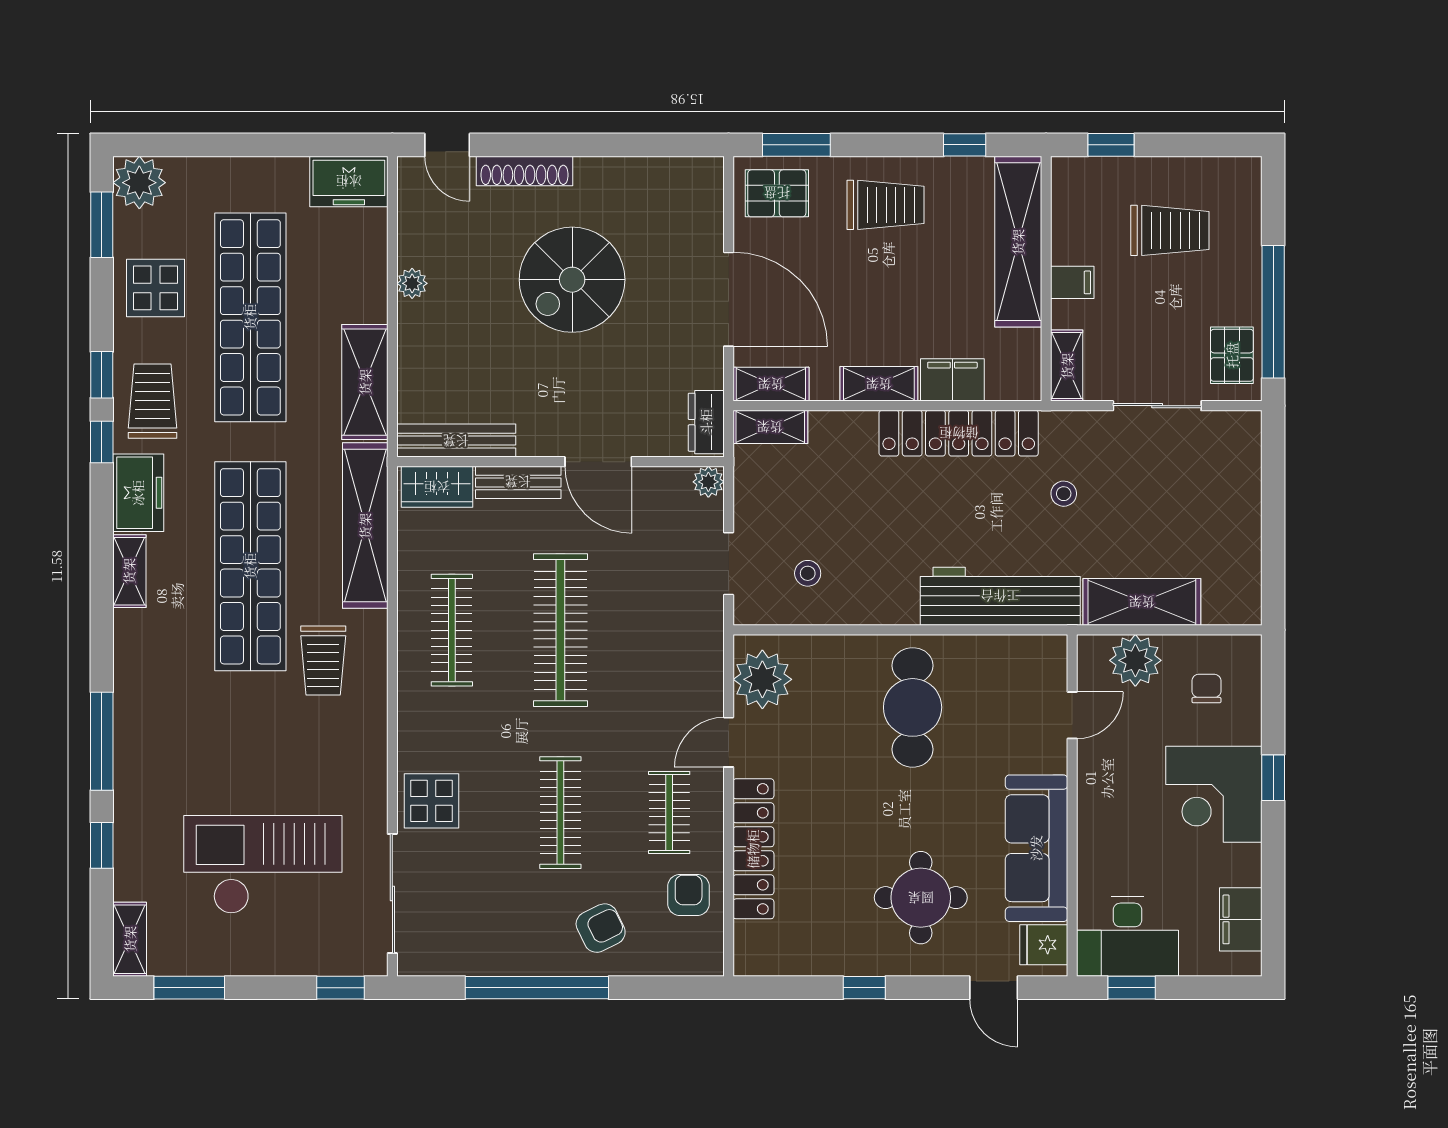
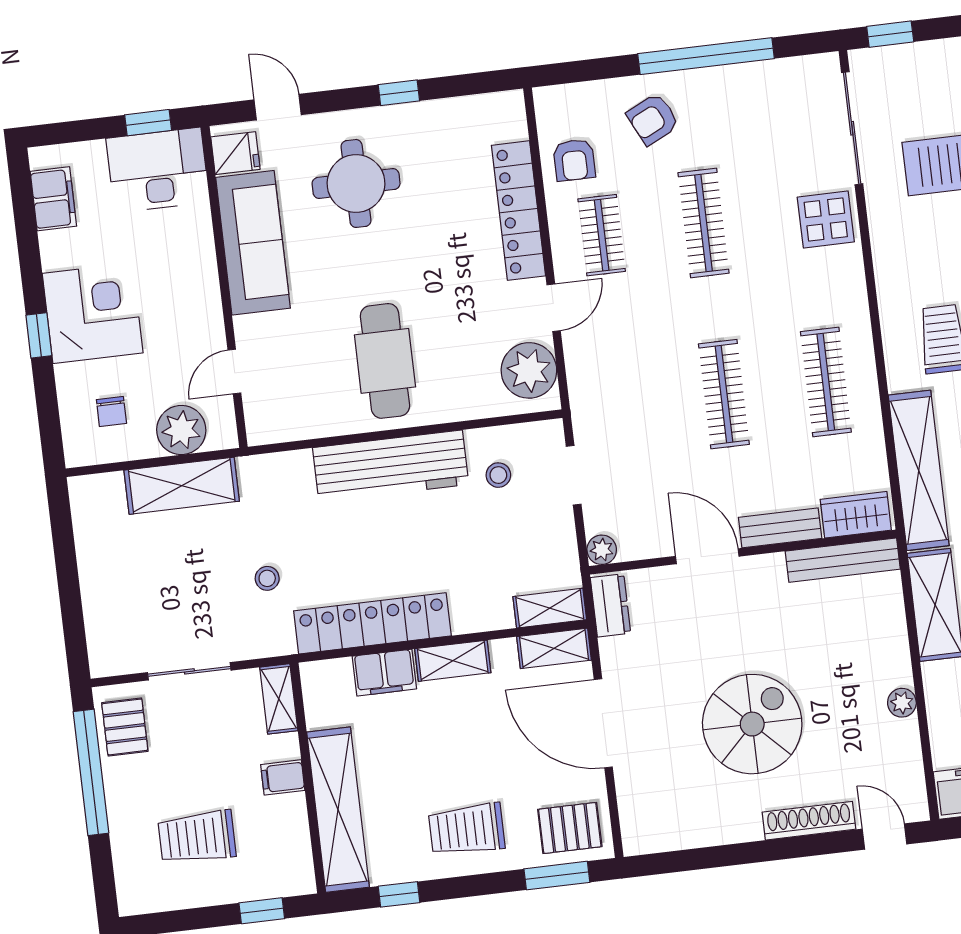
workbench: (1000, 596) -> (391, 466), moved
clothes rail: (560, 630) -> (724, 394), width x0.73, depth x0.76

